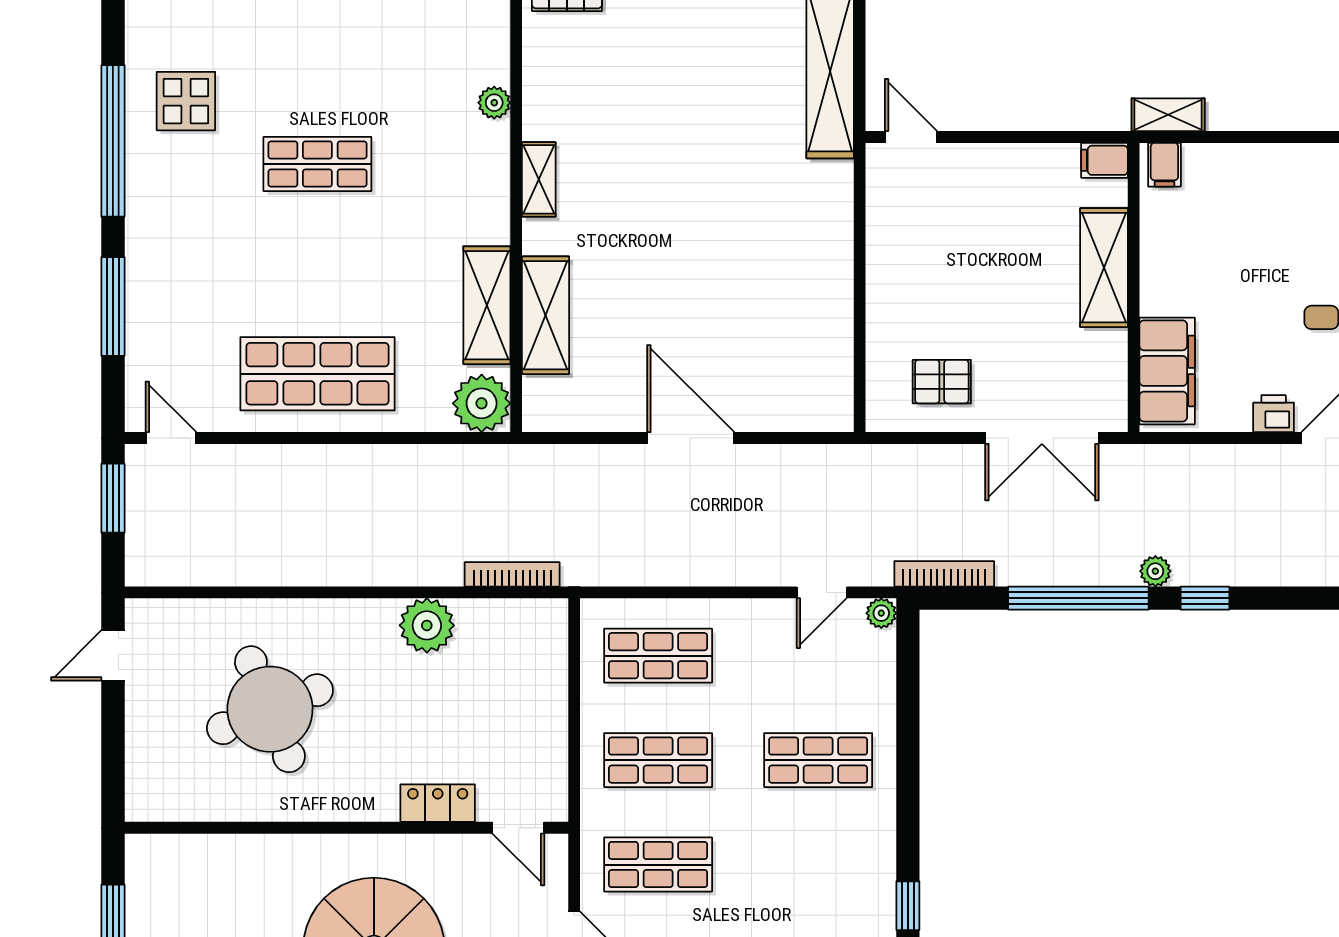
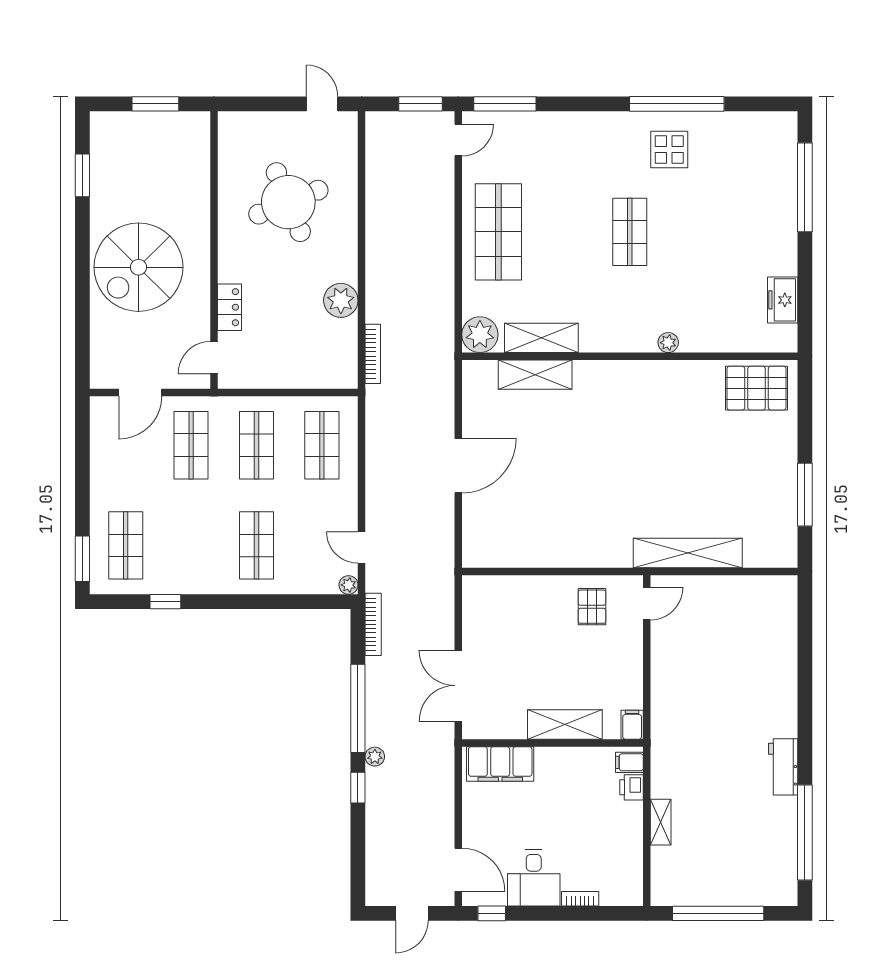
shelving: (1168, 115) -> (661, 822), moved
window: (113, 141) -> (677, 104), moved
shelving: (539, 179) -> (620, 370), removed
window: (113, 306) -> (505, 104), moved
pallet: (942, 382) -> (592, 607), moved
printer: (1274, 414) -> (631, 787), moved, turned 180

